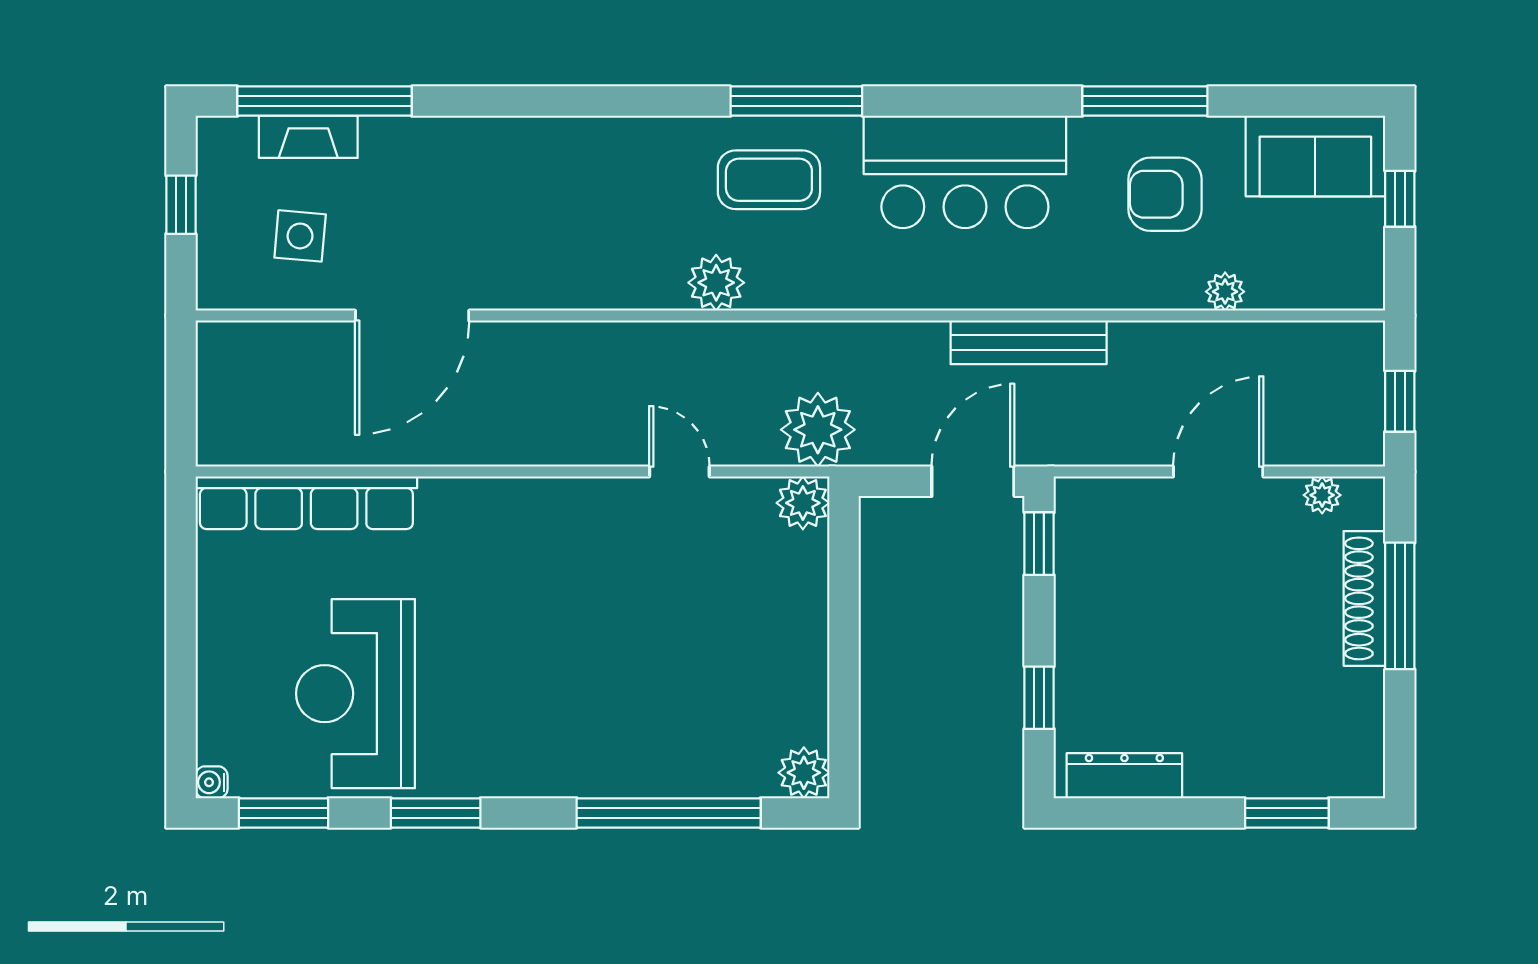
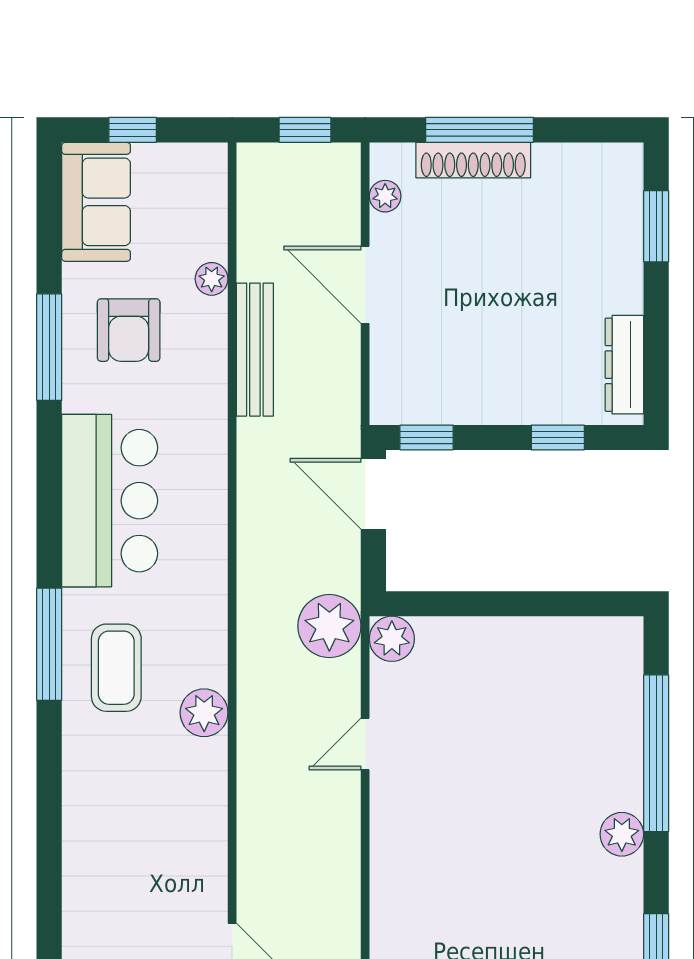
bench: (1029, 342) -> (255, 350), moved
plant: (804, 773) -> (622, 834), moved

